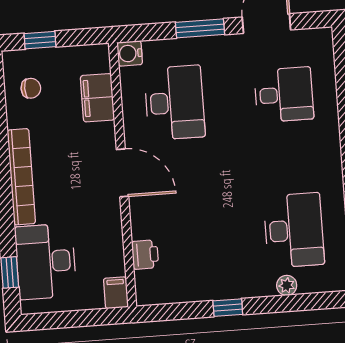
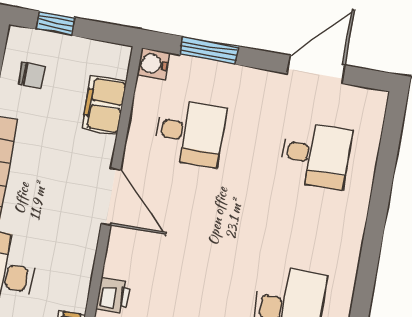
window: (200, 28) -> (209, 50), moved
desk: (175, 103) -> (190, 132), width x0.73

